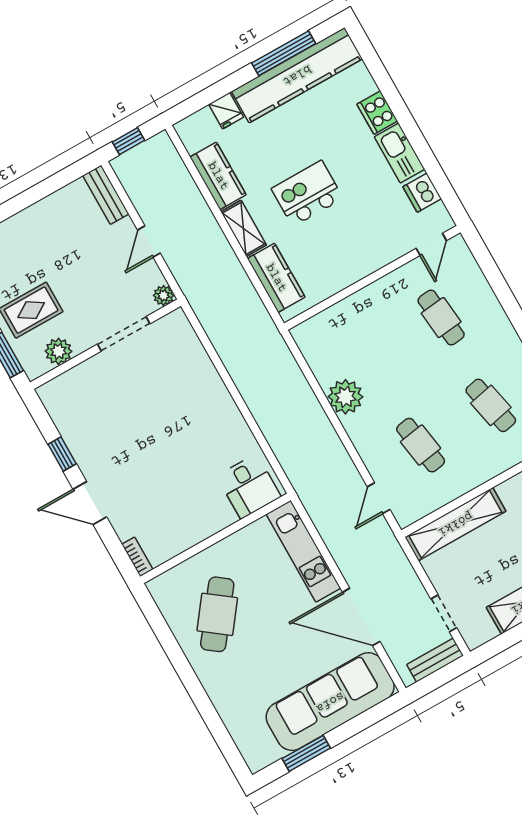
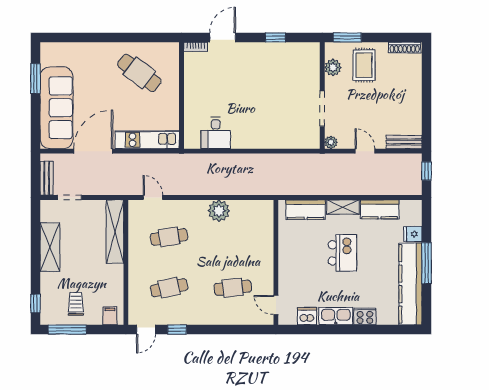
window: (284, 53) -> (427, 263), moved
desk: (249, 486) -> (216, 133), moved, turned -90
door: (90, 503) -> (223, 37), moved

